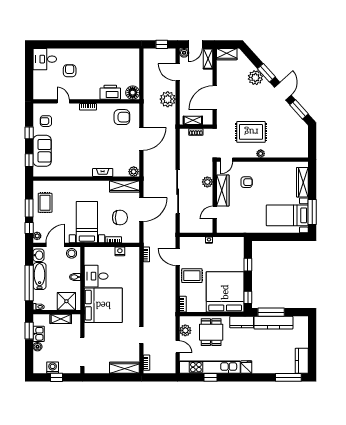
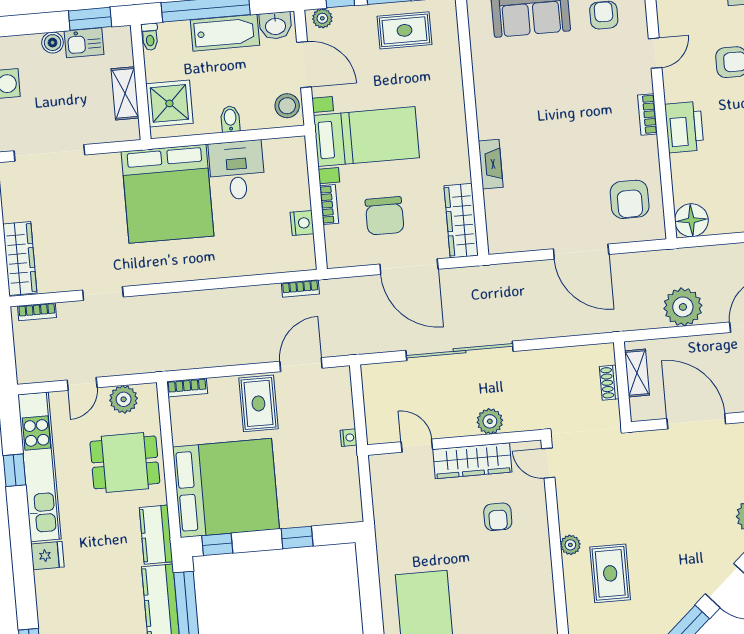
printer: (110, 92) -> (684, 127), moved
rug: (251, 132) -> (610, 573), moved, width x0.73, depth x0.70
plant: (134, 172) -> (499, 239), removed

